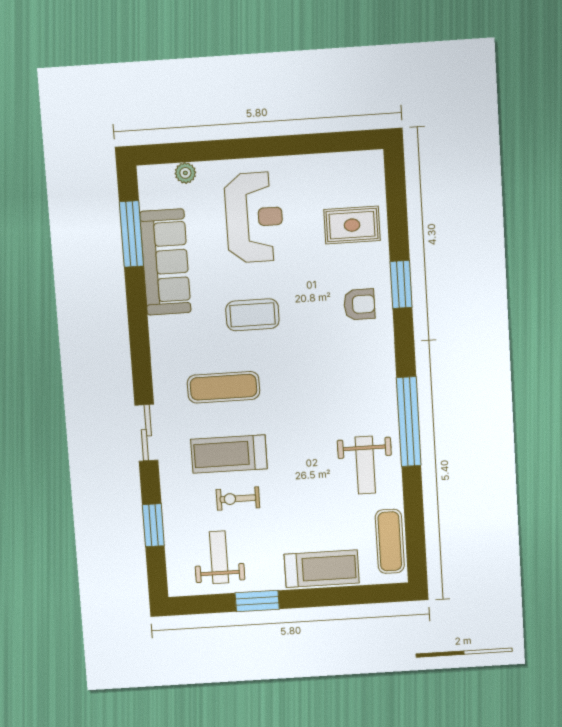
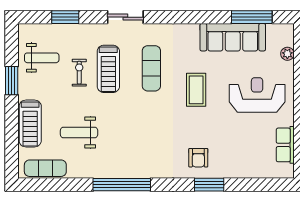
row of seats: (331, 167) -> (285, 145), added
reception desk: (254, 217) -> (257, 95), turned 180
rug: (352, 225) -> (248, 156), removed
treadmill: (229, 454) -> (108, 69), turned 180
weight bench: (365, 465) -> (79, 132), moved

